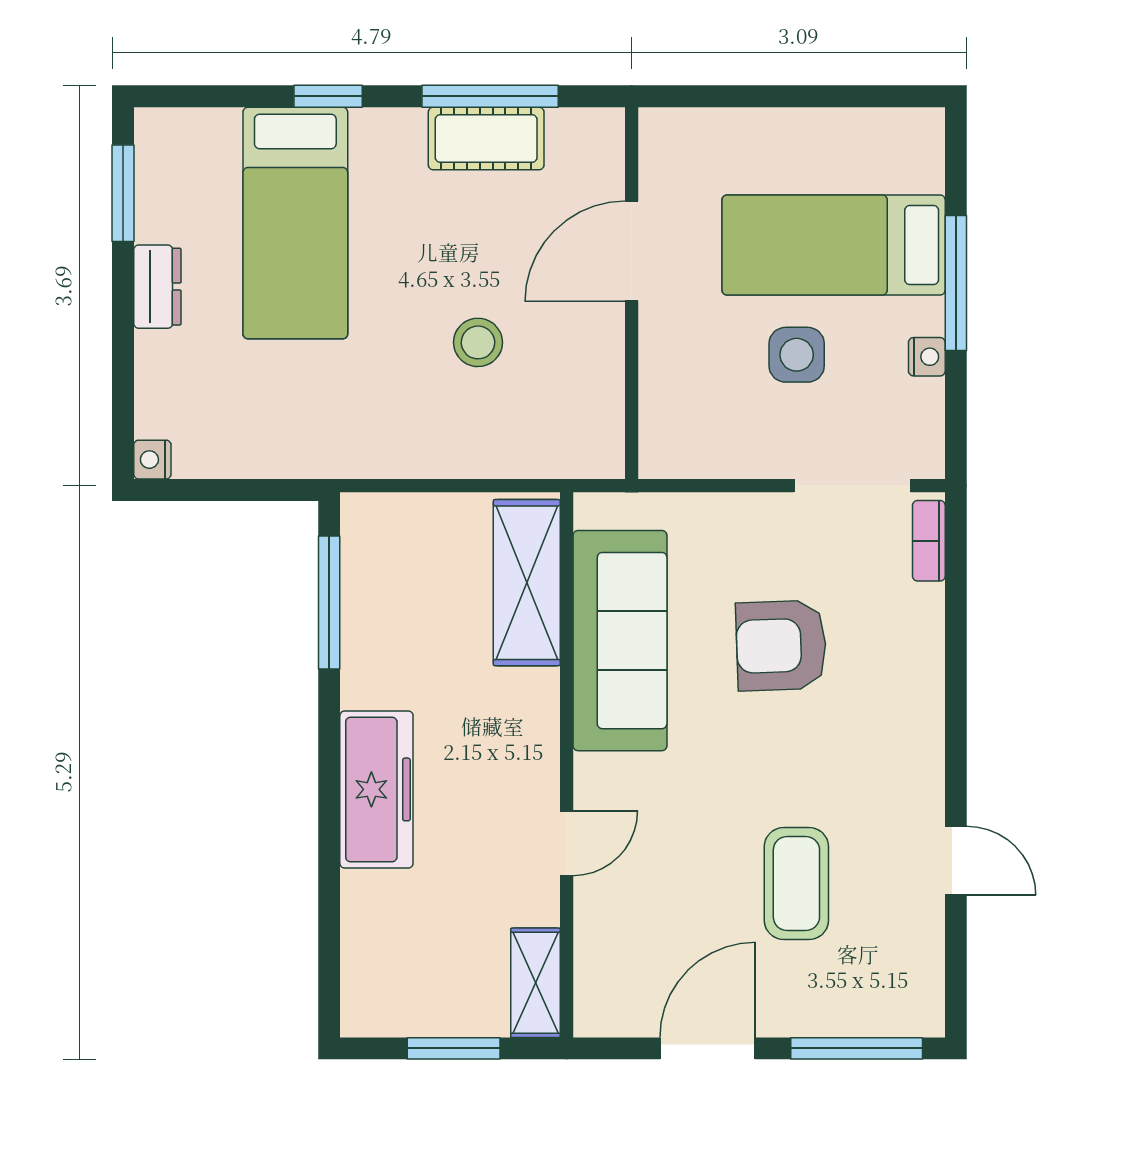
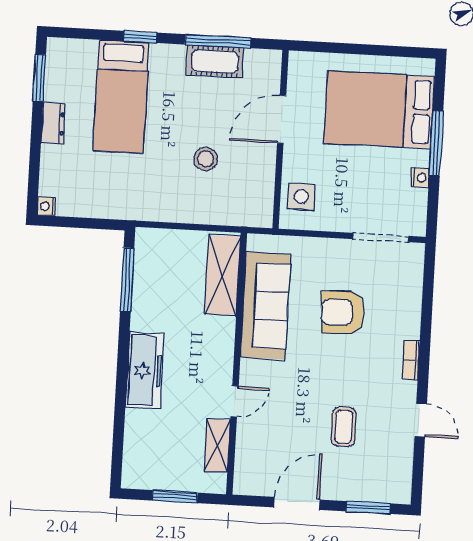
bed: (834, 245) -> (379, 110), width x1.50
side table: (797, 355) -> (301, 197), moved
bookcase: (929, 541) -> (411, 360), moved
coffee table: (796, 883) -> (344, 427), width x0.73, depth x0.77
shelving: (535, 983) -> (217, 445), moved
window: (857, 1048) -> (368, 507), width x0.69

